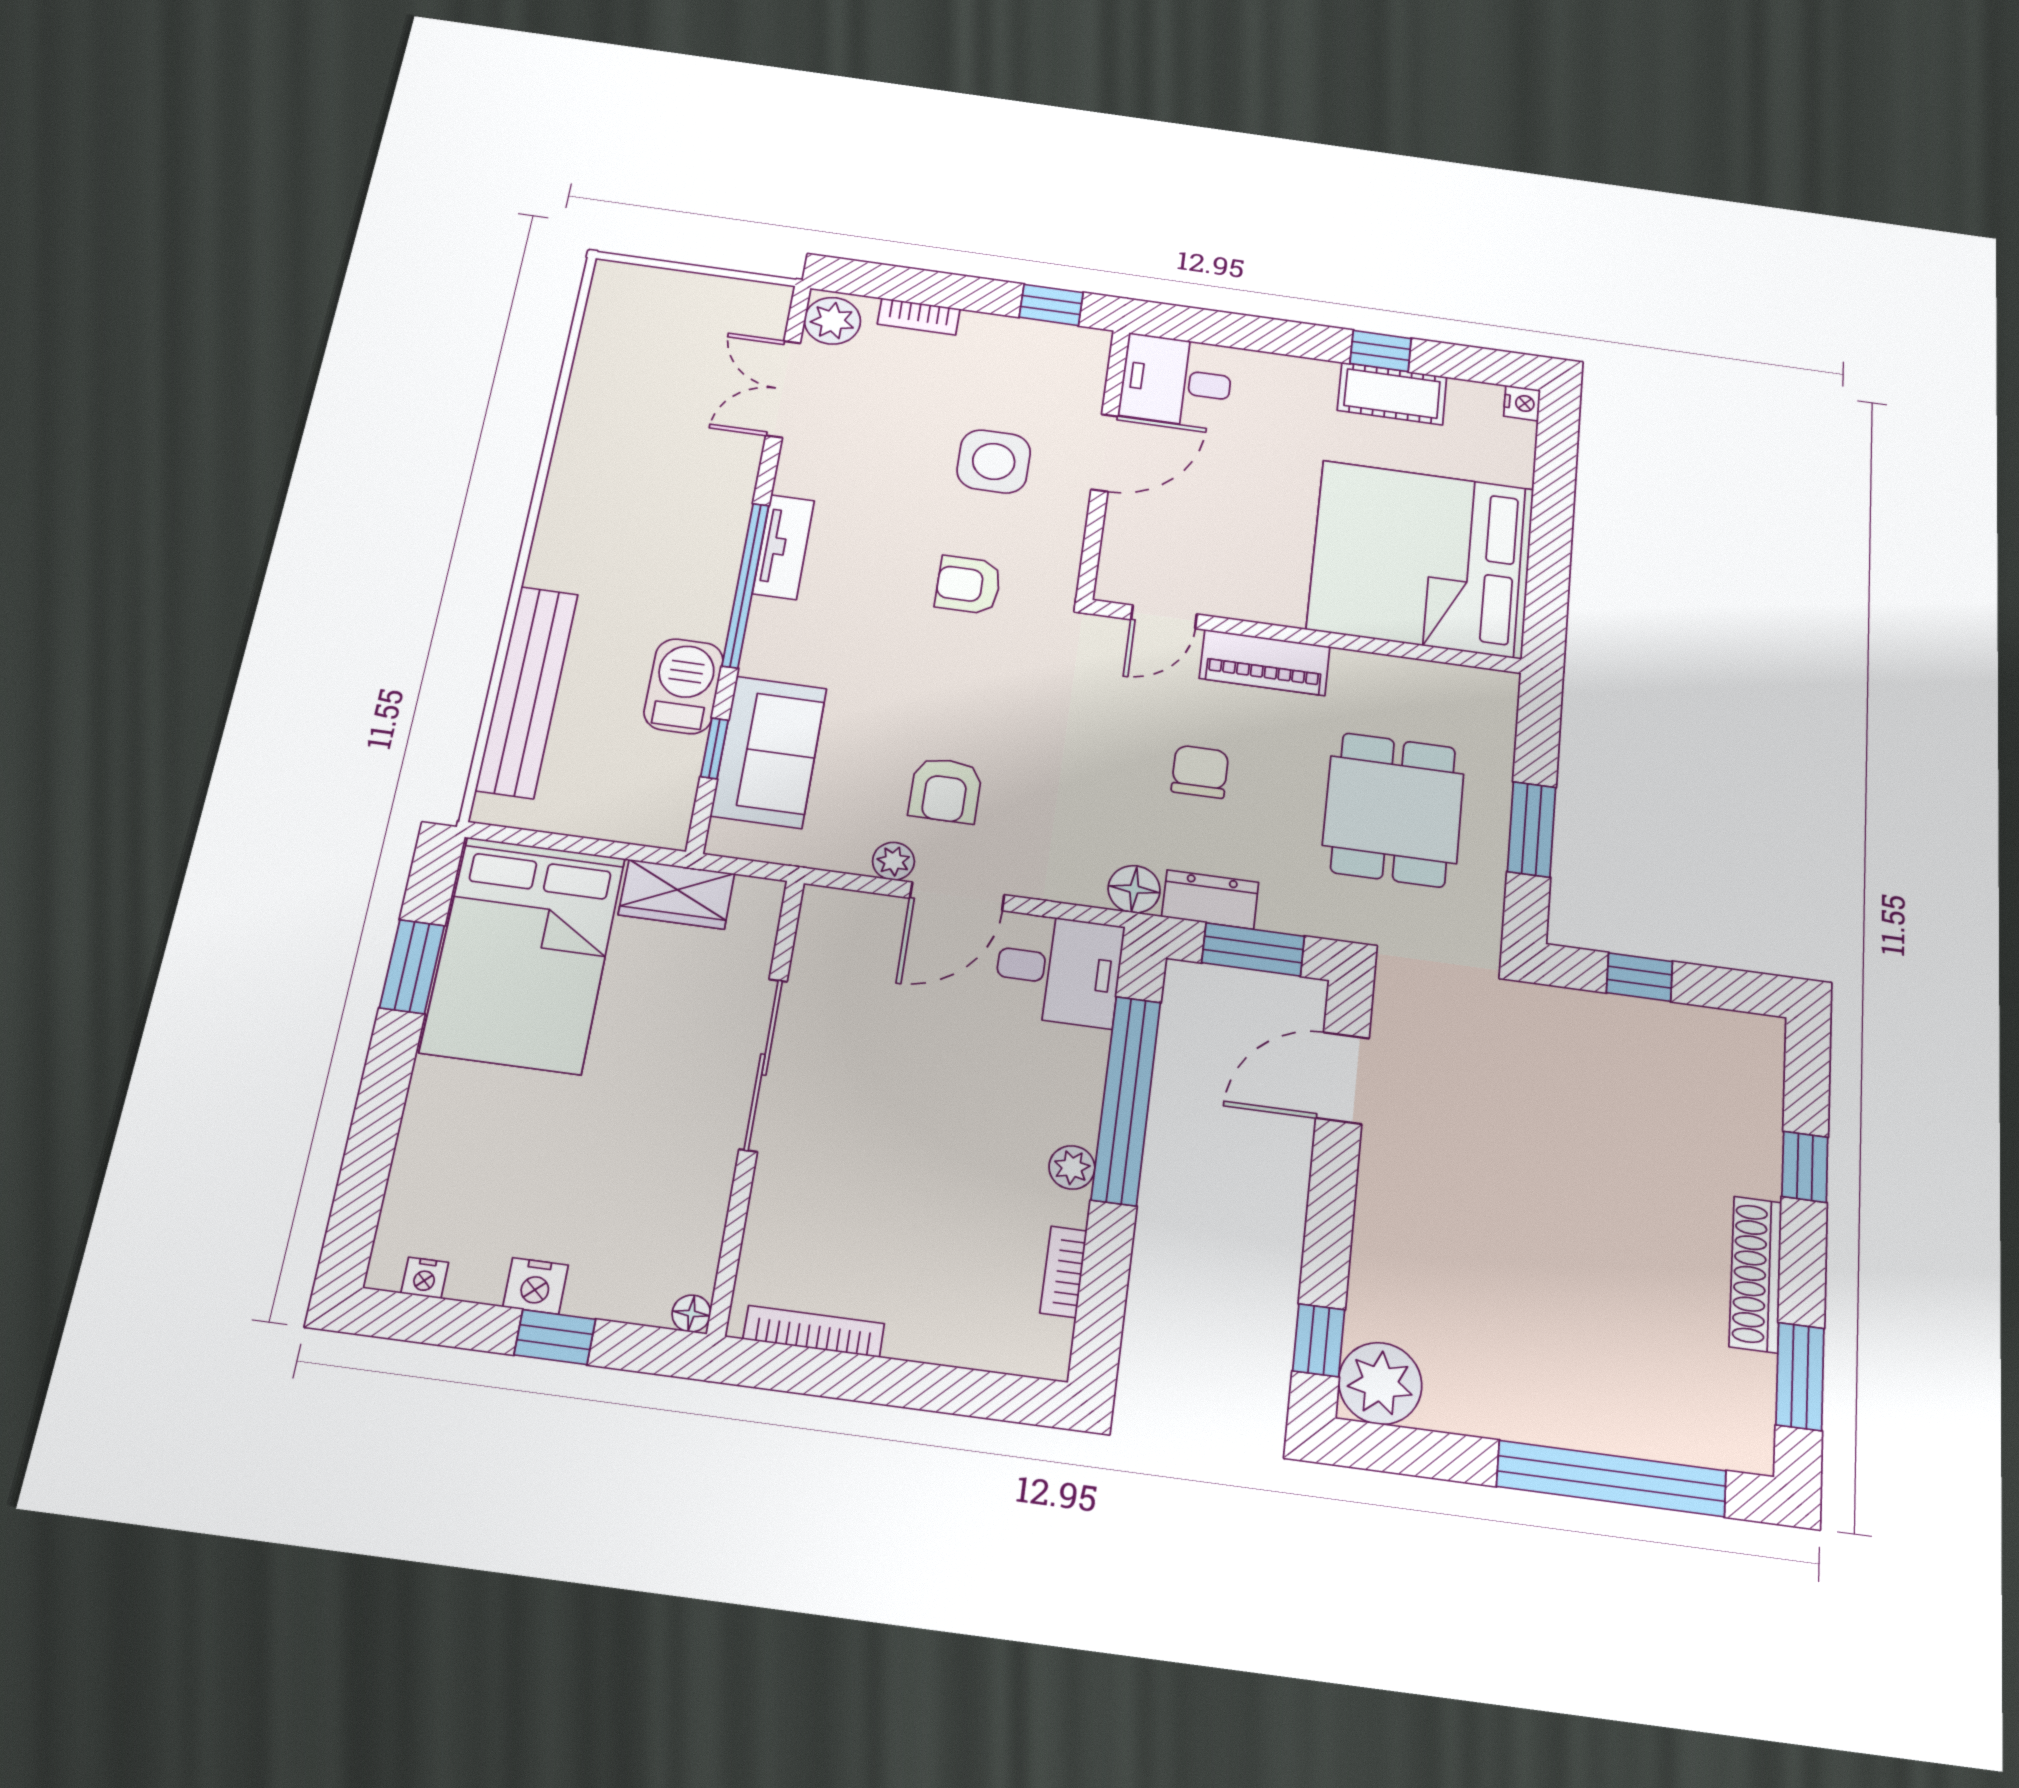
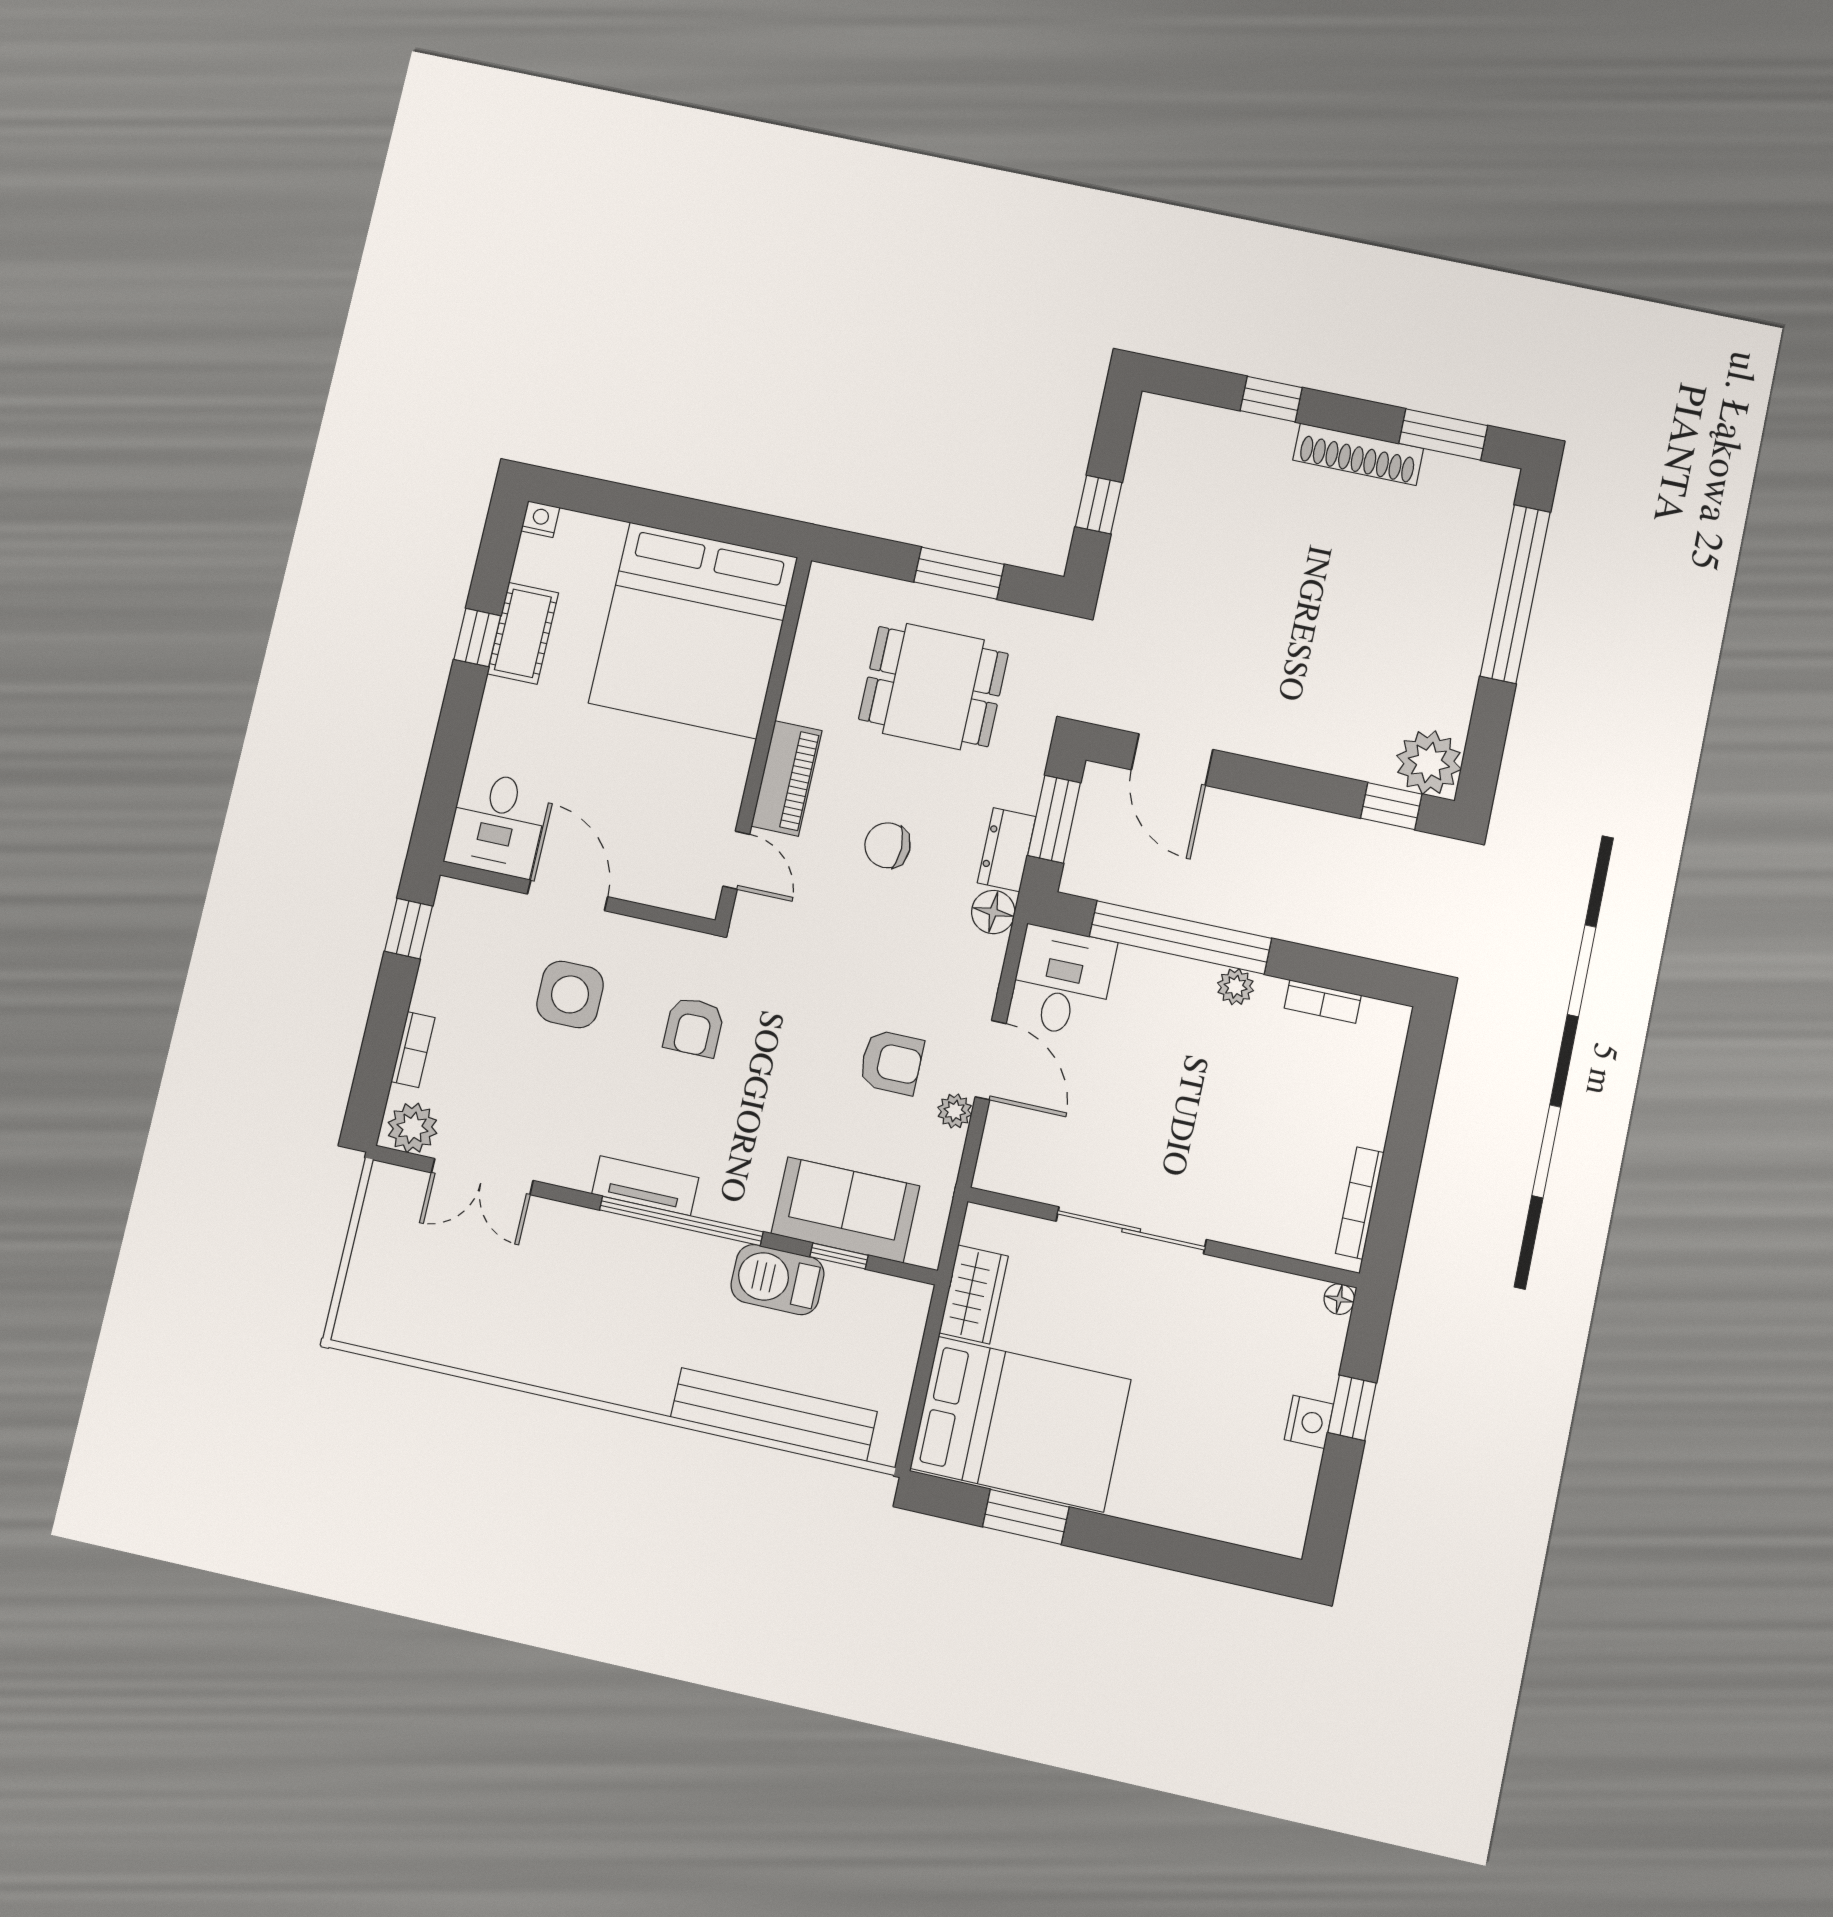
nightstand: (425, 1278) -> (1297, 1510), removed

